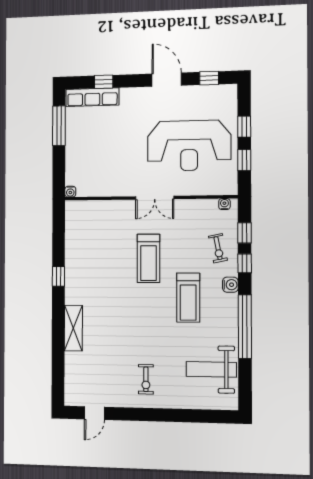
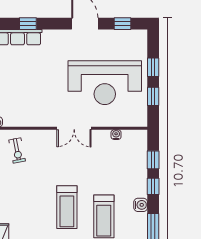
water cooler: (224, 204) -> (116, 135), moved
exercise bike: (218, 248) -> (17, 150), moved
treadmill: (148, 258) -> (67, 207), moved

